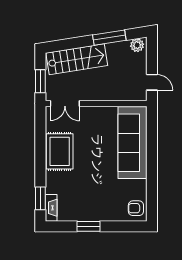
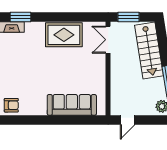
sofa: (132, 143) -> (72, 105), width x0.74, depth x0.79
armchair: (136, 208) -> (11, 105), turned 90

